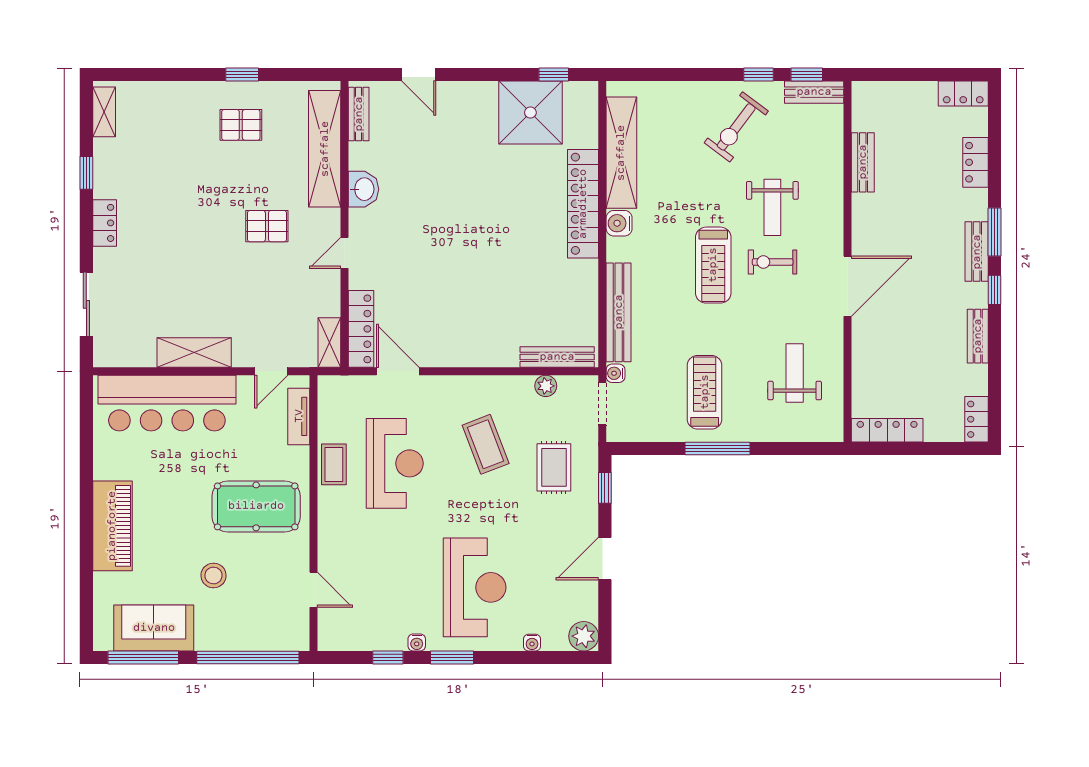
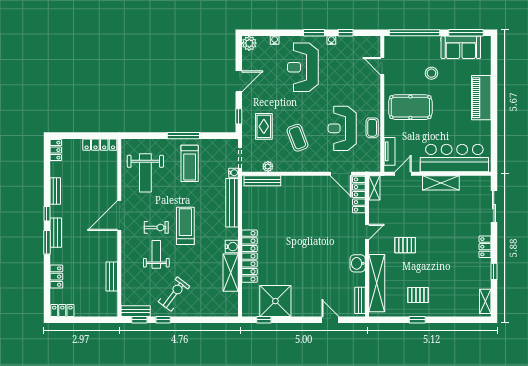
shelving: (621, 153) -> (231, 273), width x0.68
weight bench: (795, 373) -> (145, 173), width x1.36, depth x1.33

